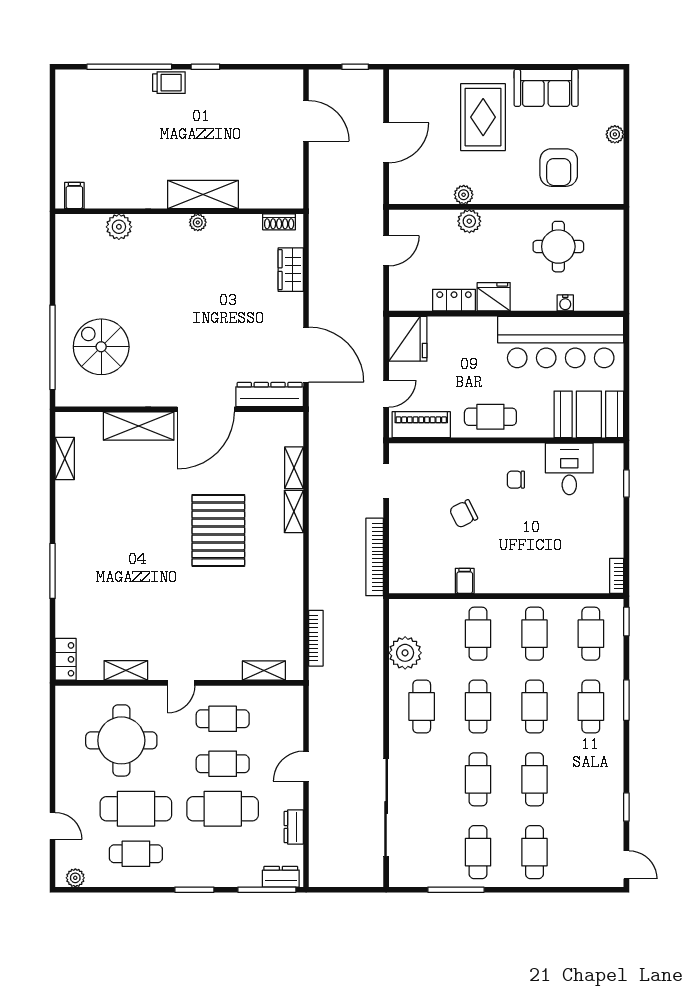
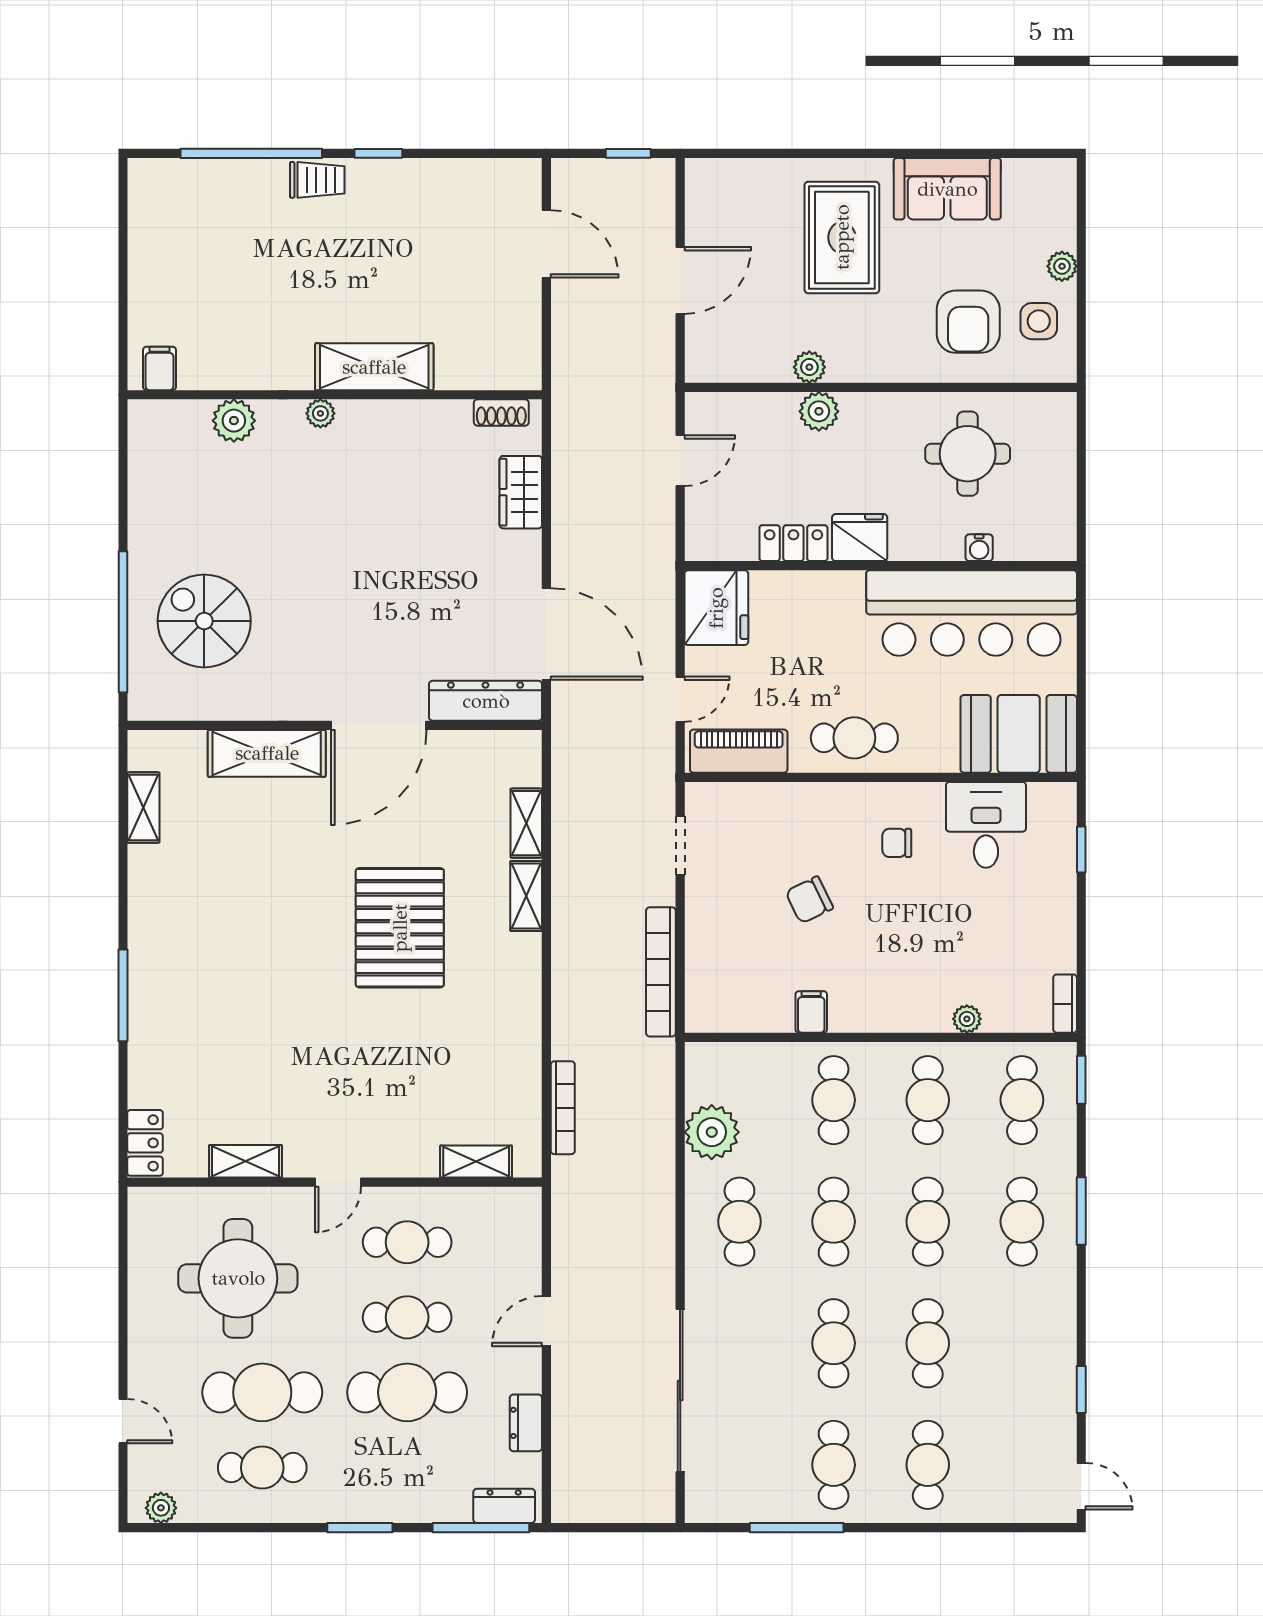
side table: (601, 167) -> (1039, 321), added
plant: (198, 222) -> (320, 413), moved
plant: (558, 585) -> (967, 1019), added

